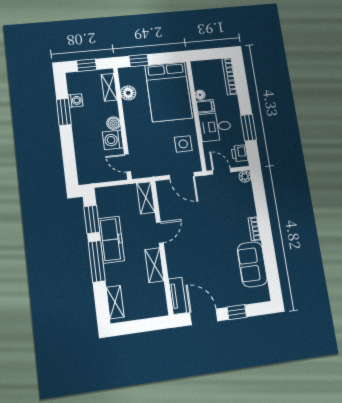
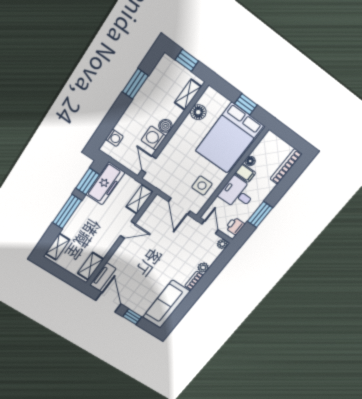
window: (139, 61) -> (246, 104), moved
washing machine: (75, 100) -> (114, 138), moved
plant: (250, 210) -> (203, 268), added
freezer: (111, 240) -> (105, 184), moved
sofa: (252, 264) -> (166, 304), width x1.36
shelving: (154, 265) -> (90, 266), moved

